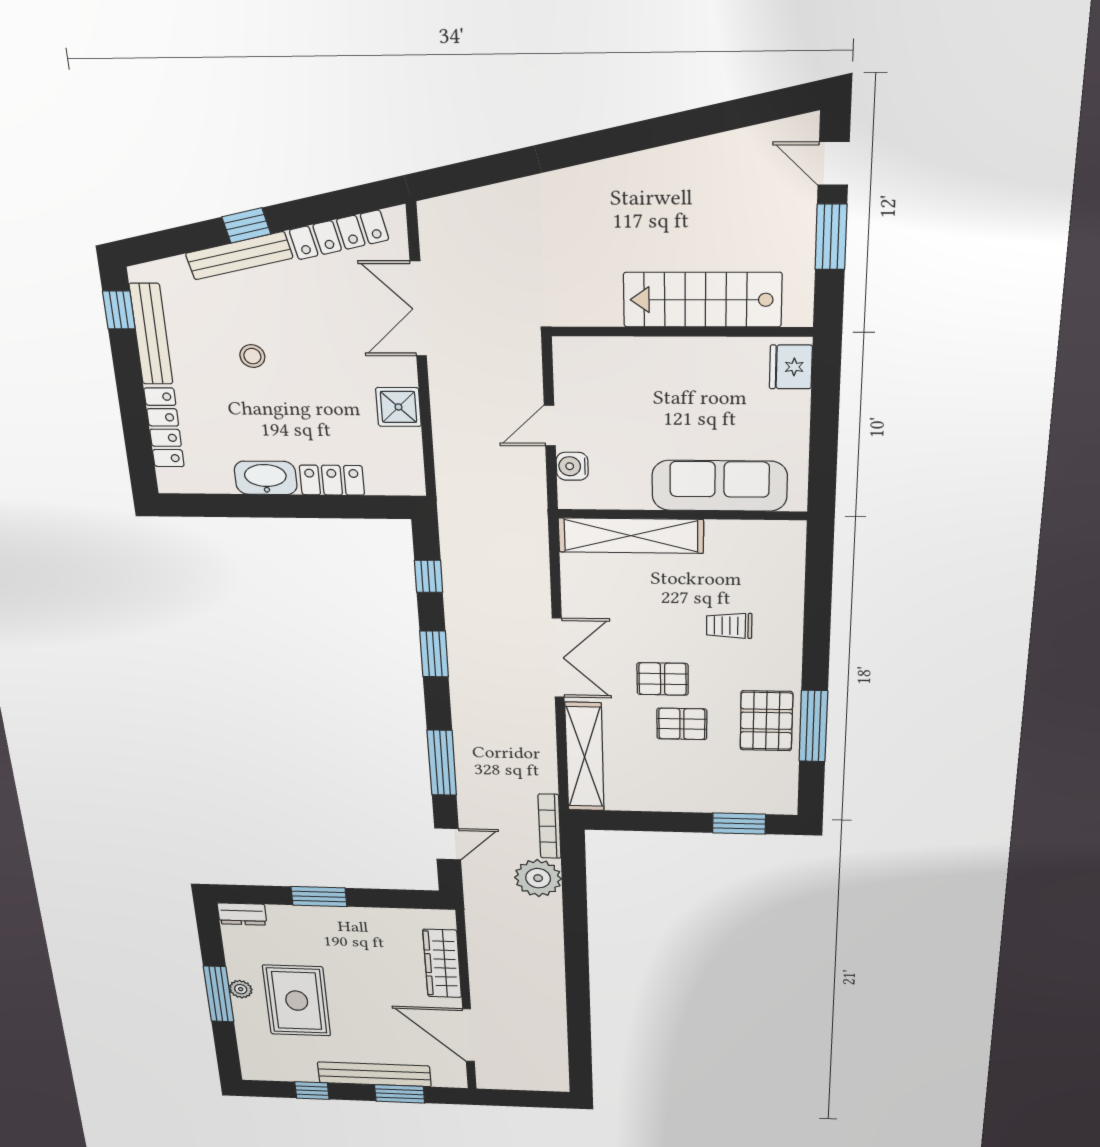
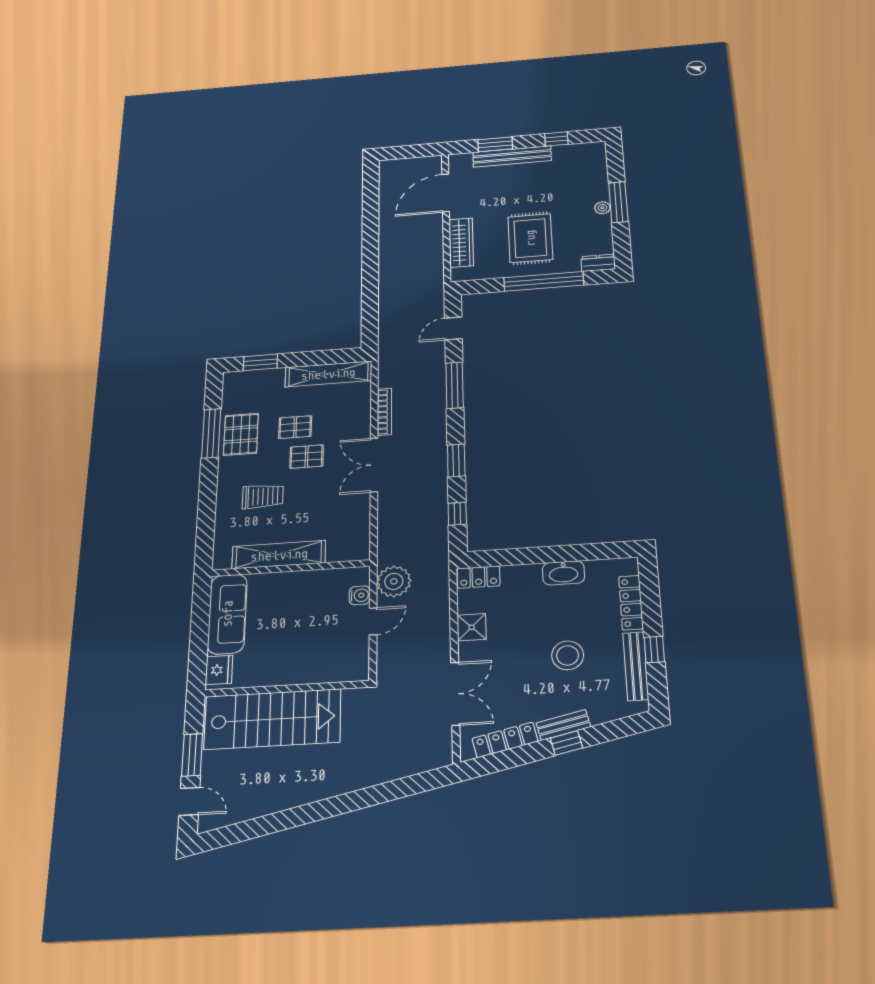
bench: (239, 256) -> (563, 725), width x0.73
stairs: (702, 300) -> (272, 719), width x1.36, depth x1.51
window: (119, 310) -> (654, 650), moved
stool: (252, 356) -> (568, 655), width x1.89, depth x1.89
locker: (332, 480) -> (479, 577), moved
sofa: (719, 486) -> (227, 614), moved, turned -90
shelving: (631, 536) -> (279, 555), moved
trolley: (729, 626) -> (263, 496), width x1.36, depth x1.39
shelving: (585, 757) -> (328, 374), moved, turned 90
bookcase: (550, 826) -> (384, 412), moved
plant: (538, 878) -> (394, 581), moved
window: (319, 897) -> (544, 281), width x2.11
rug: (297, 1001) -> (530, 238), moved
door: (468, 1035) -> (446, 193), swing flipped

